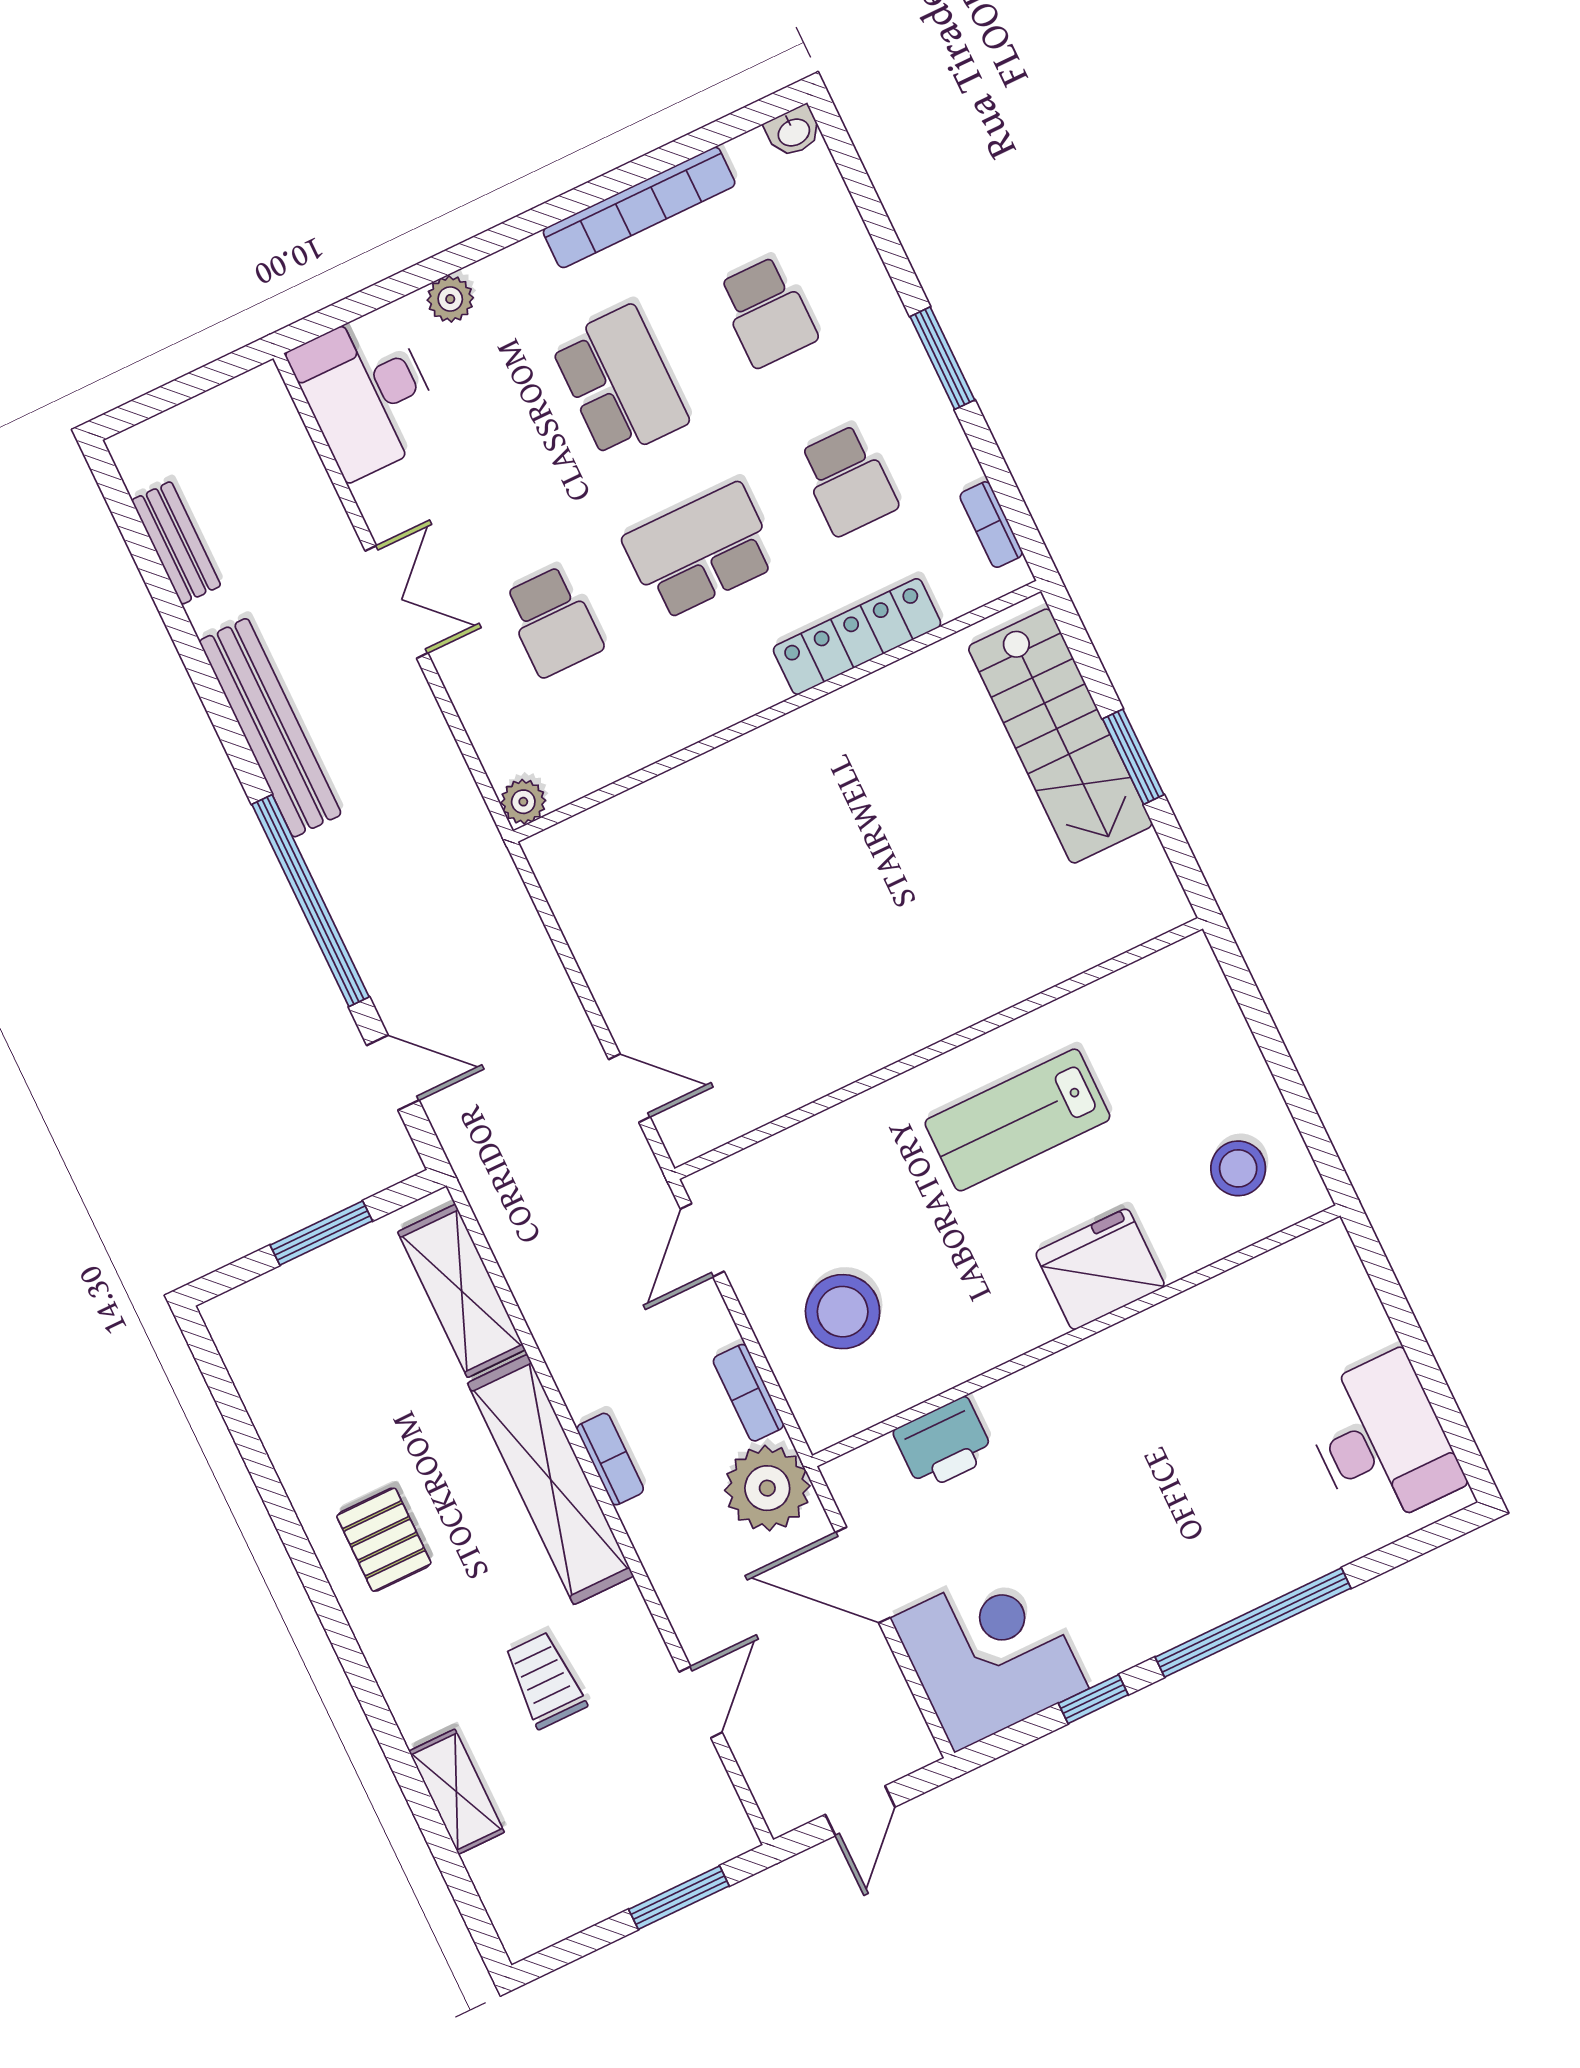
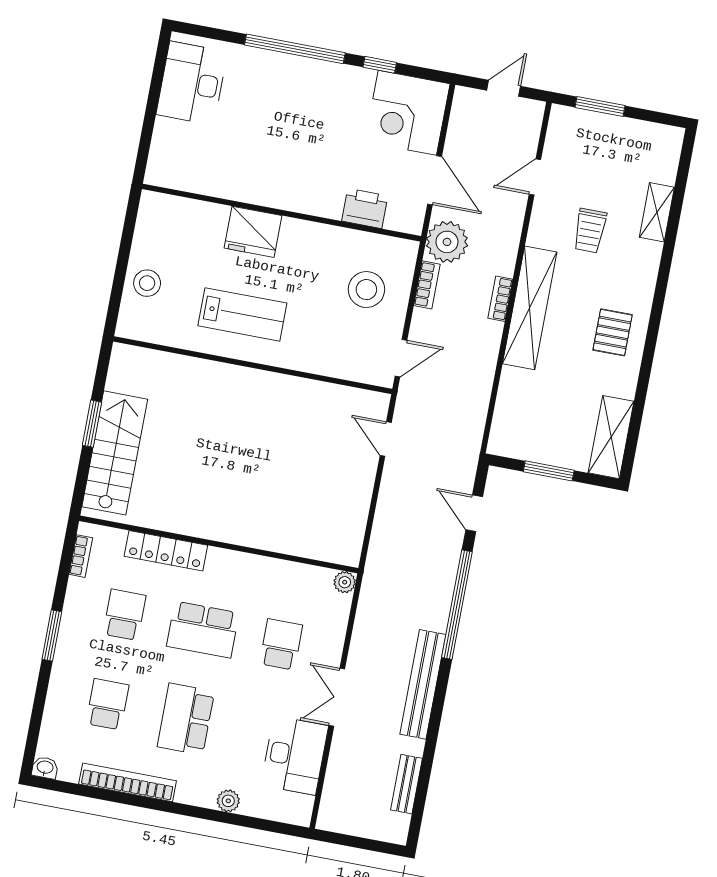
desk: (367, 394) -> (295, 755), moved
stool: (1238, 1168) -> (147, 283), moved
shelving: (462, 1291) -> (611, 437), moved

